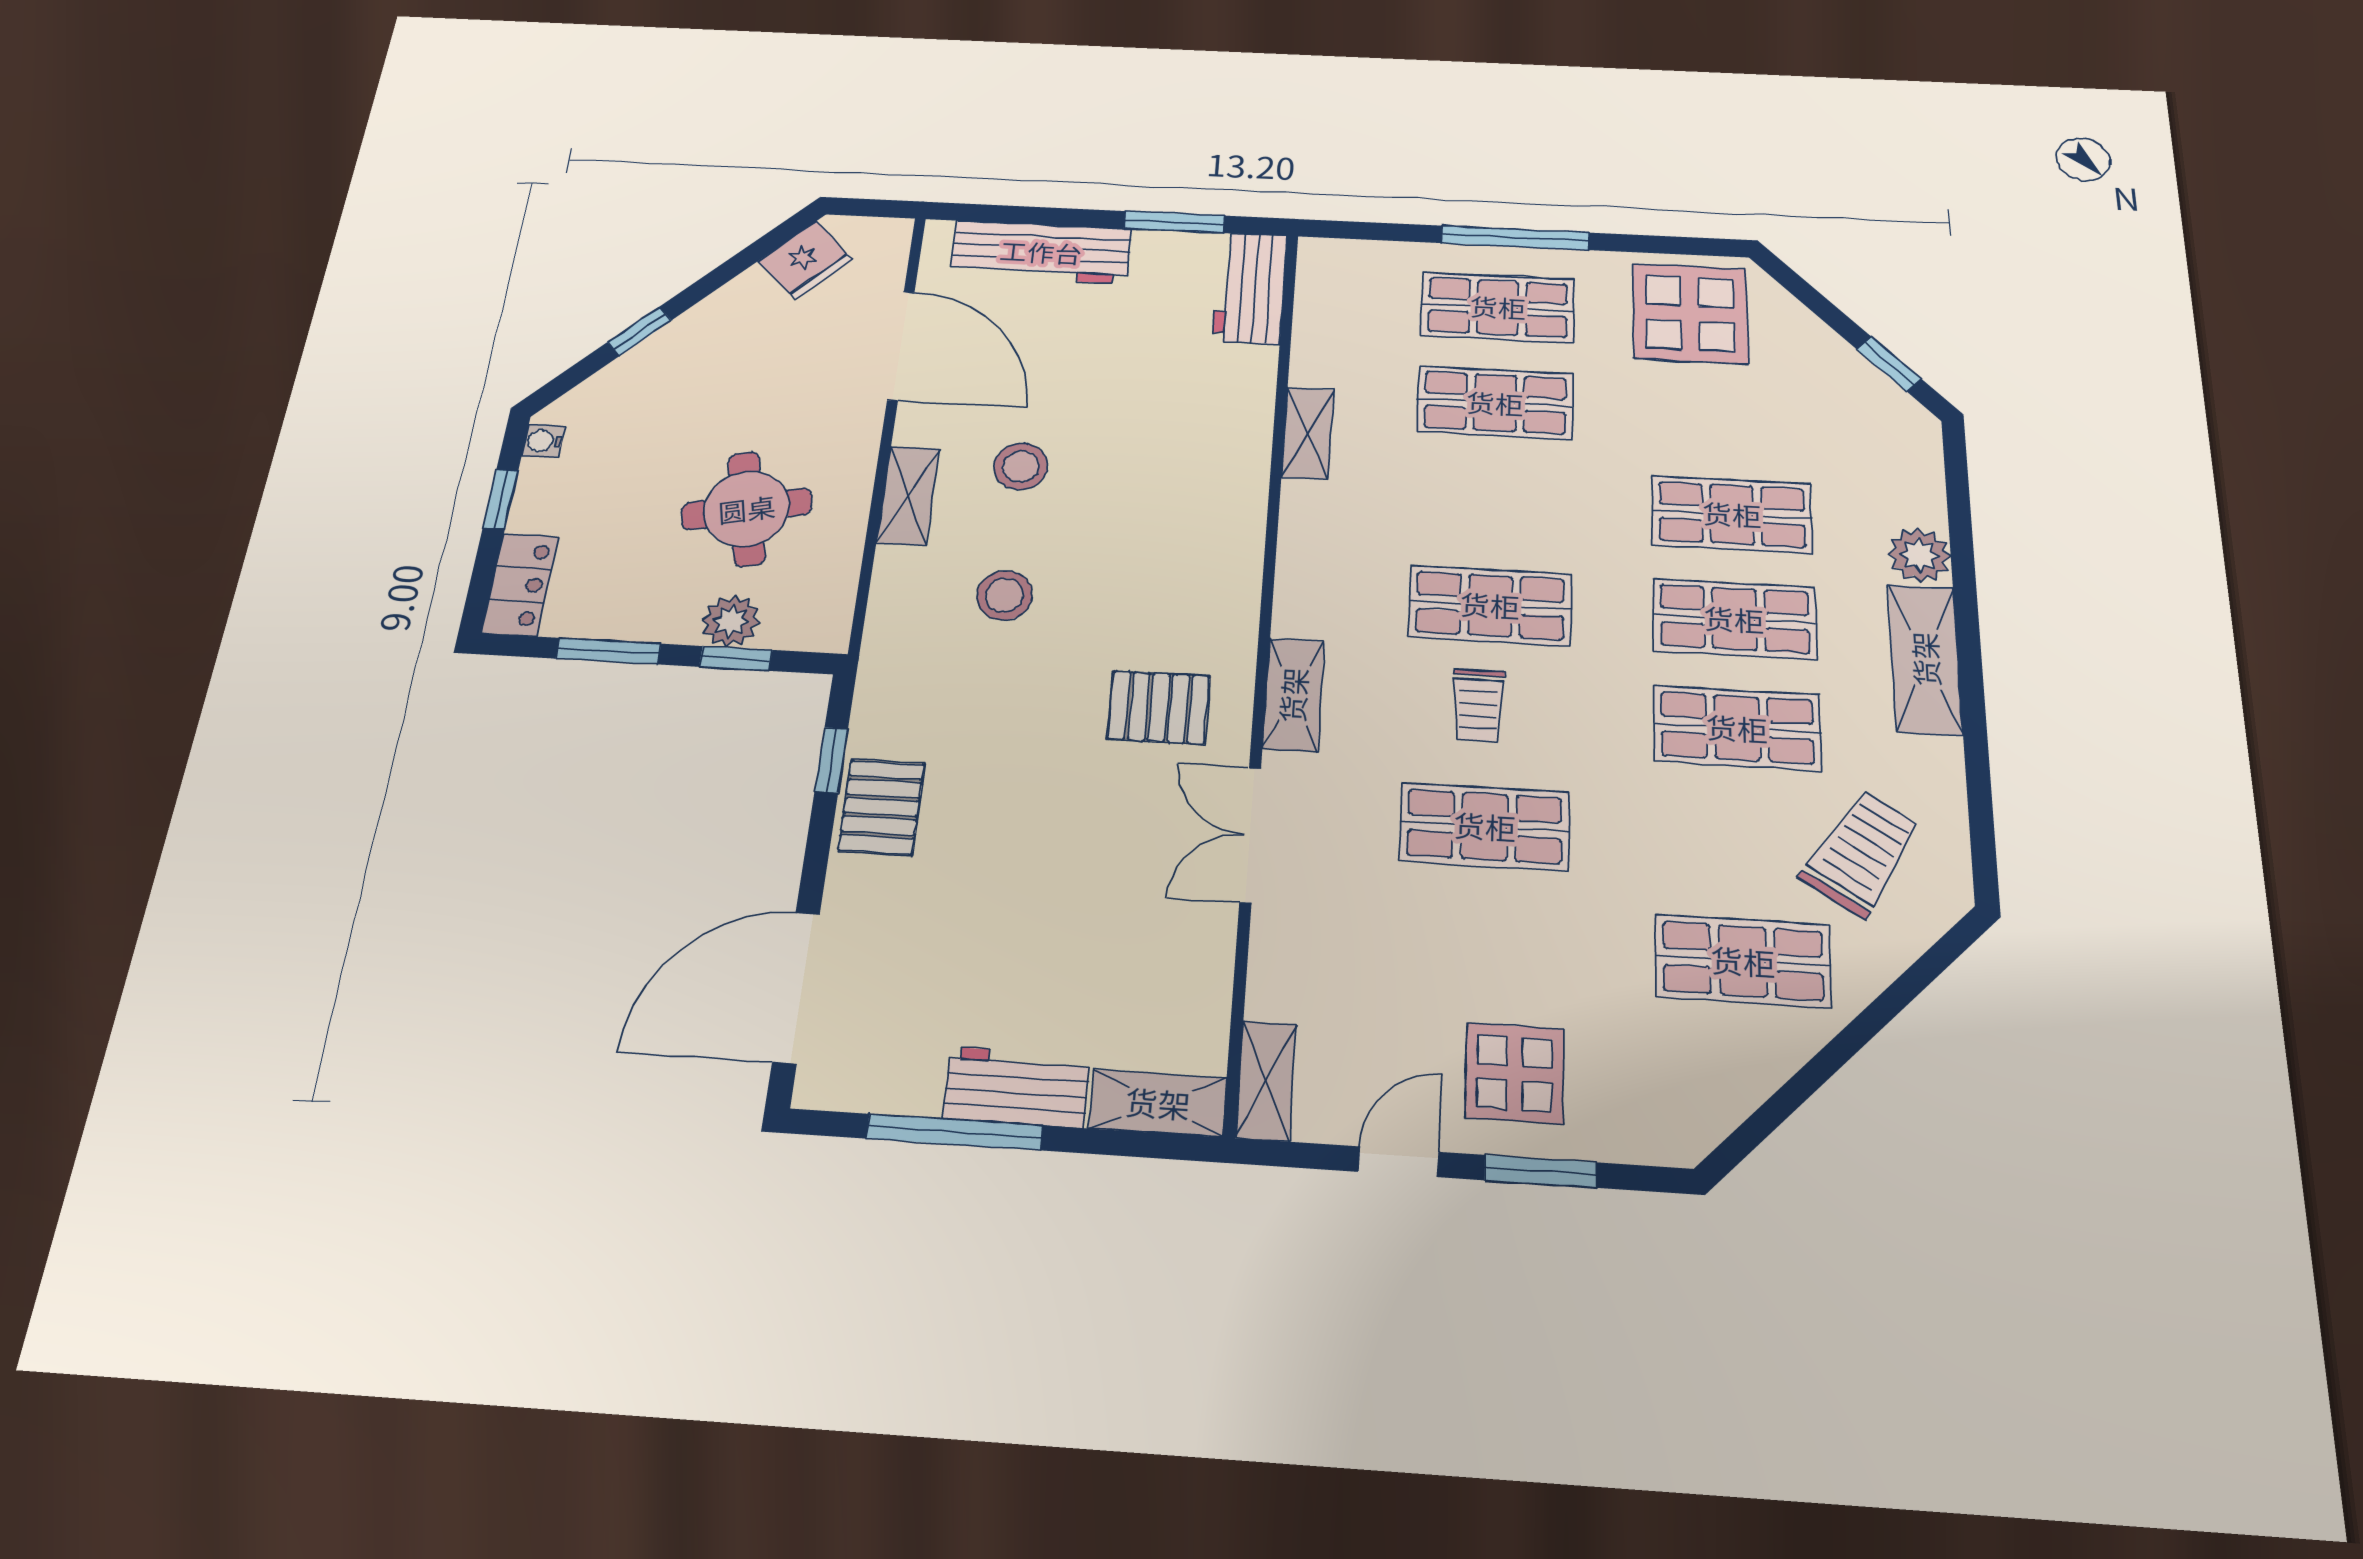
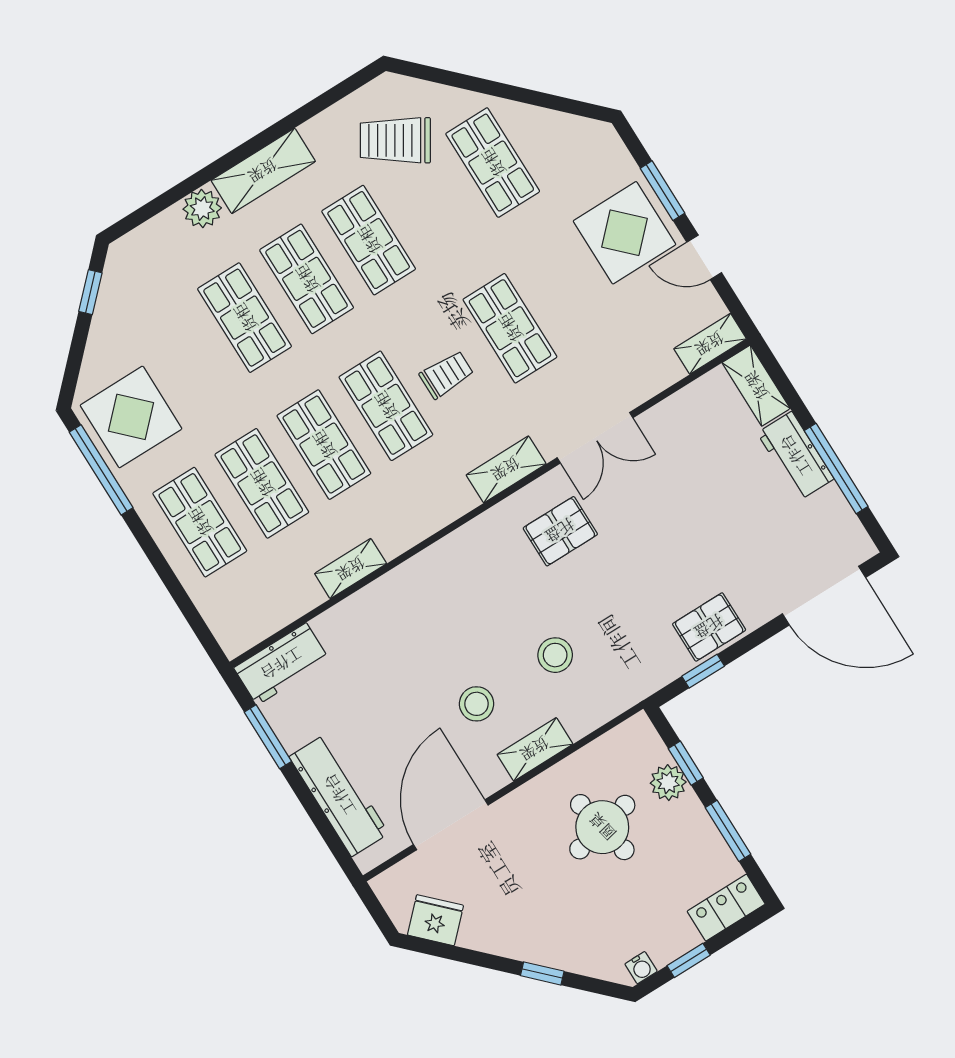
window: (1515, 238) -> (101, 470), moved
shop shelf: (1493, 502) -> (324, 445), added
pallet: (1159, 707) -> (560, 531), turned 90
display table: (1514, 1073) -> (624, 233), width x1.36, depth x1.36

